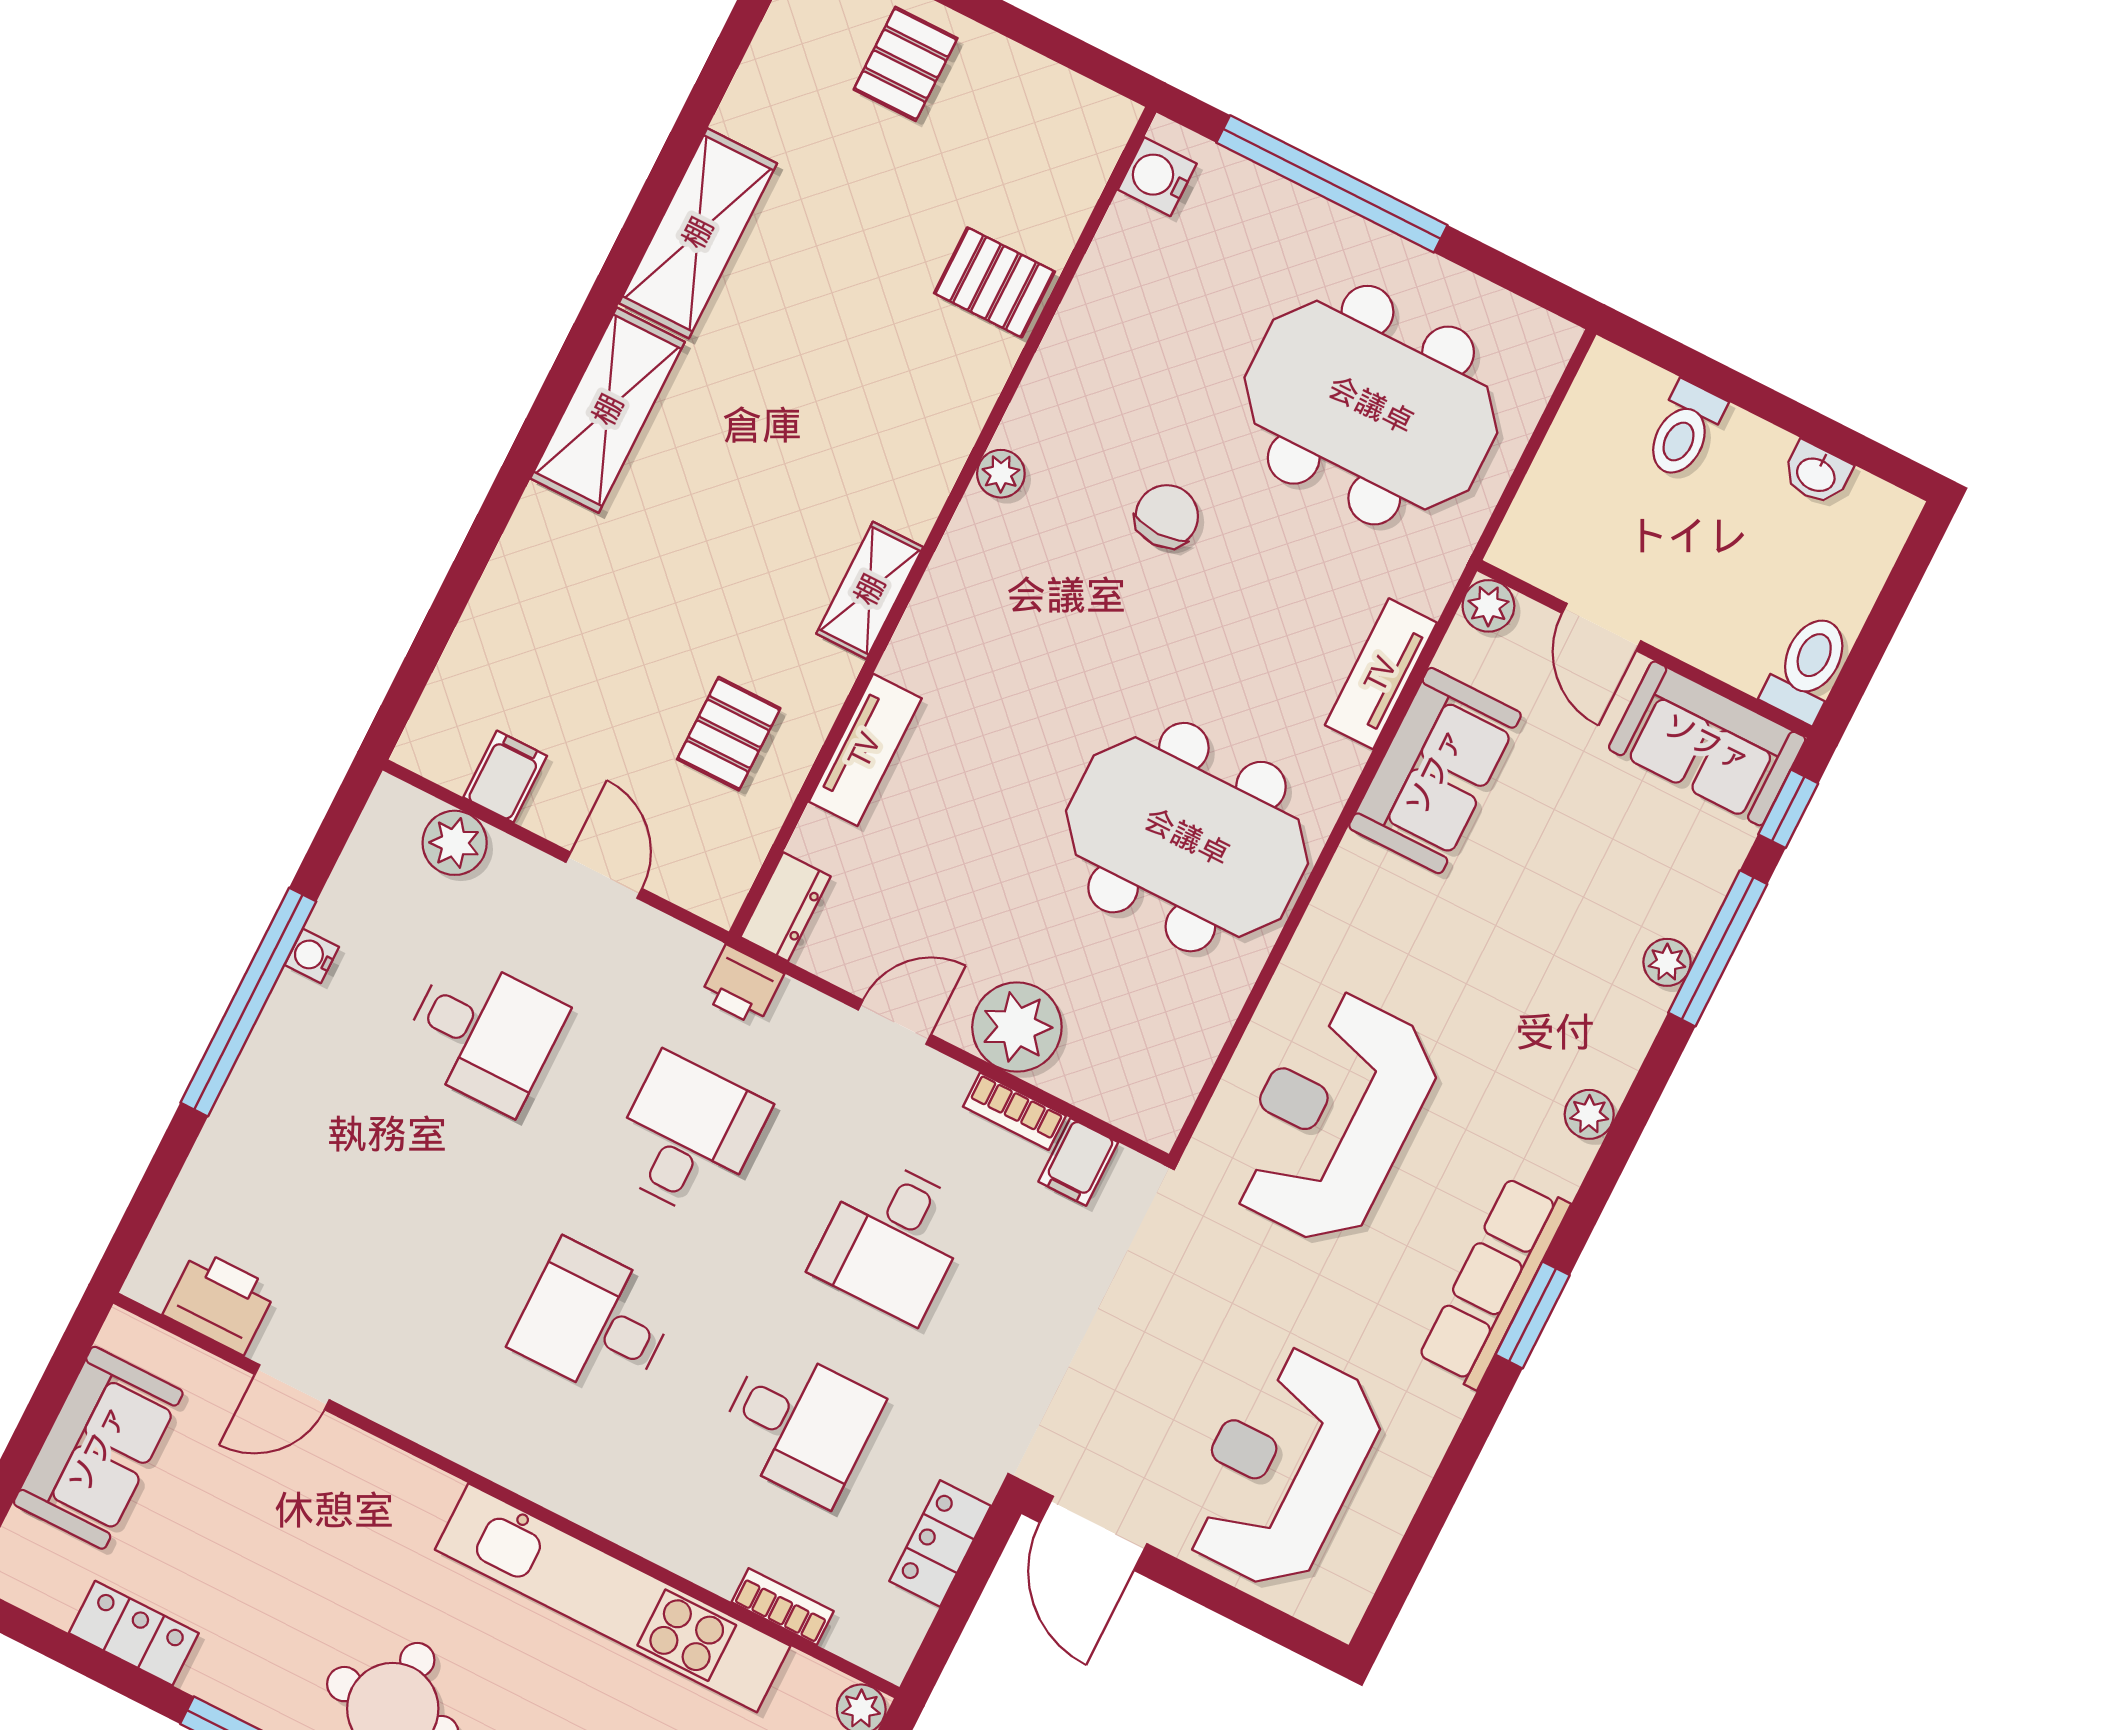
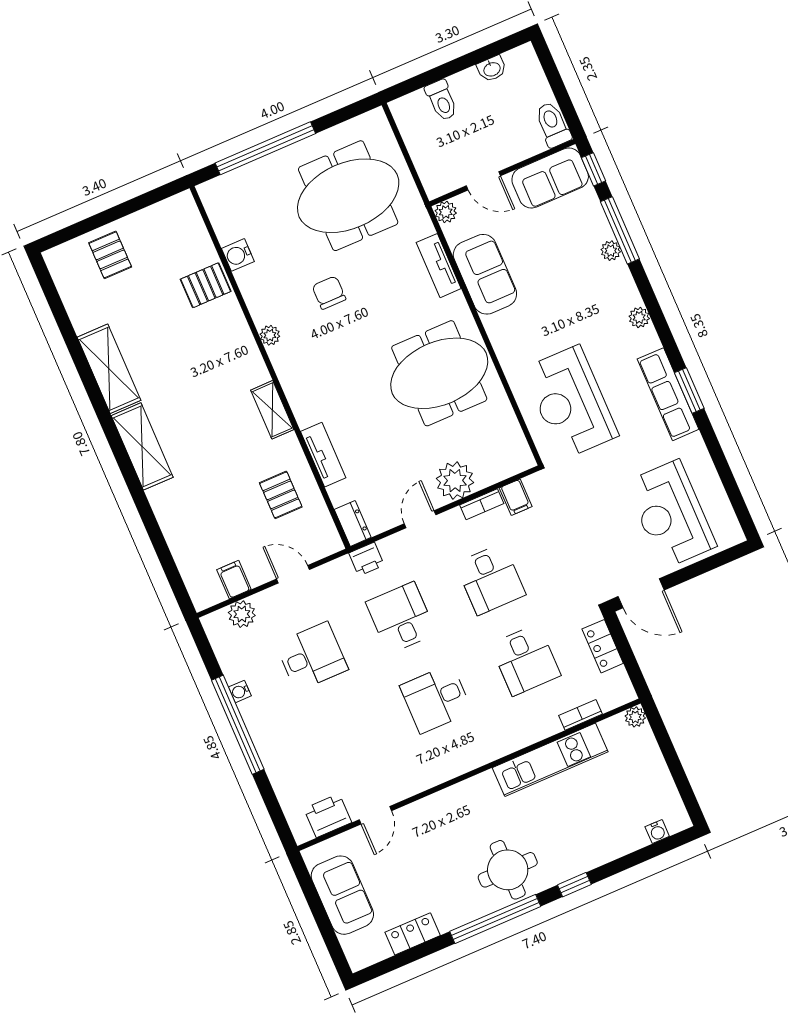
water cooler: (1157, 177) -> (238, 255), moved
desk: (799, 1425) -> (525, 660), turned 90
kitchen unit: (613, 1598) -> (550, 760), width x0.73

